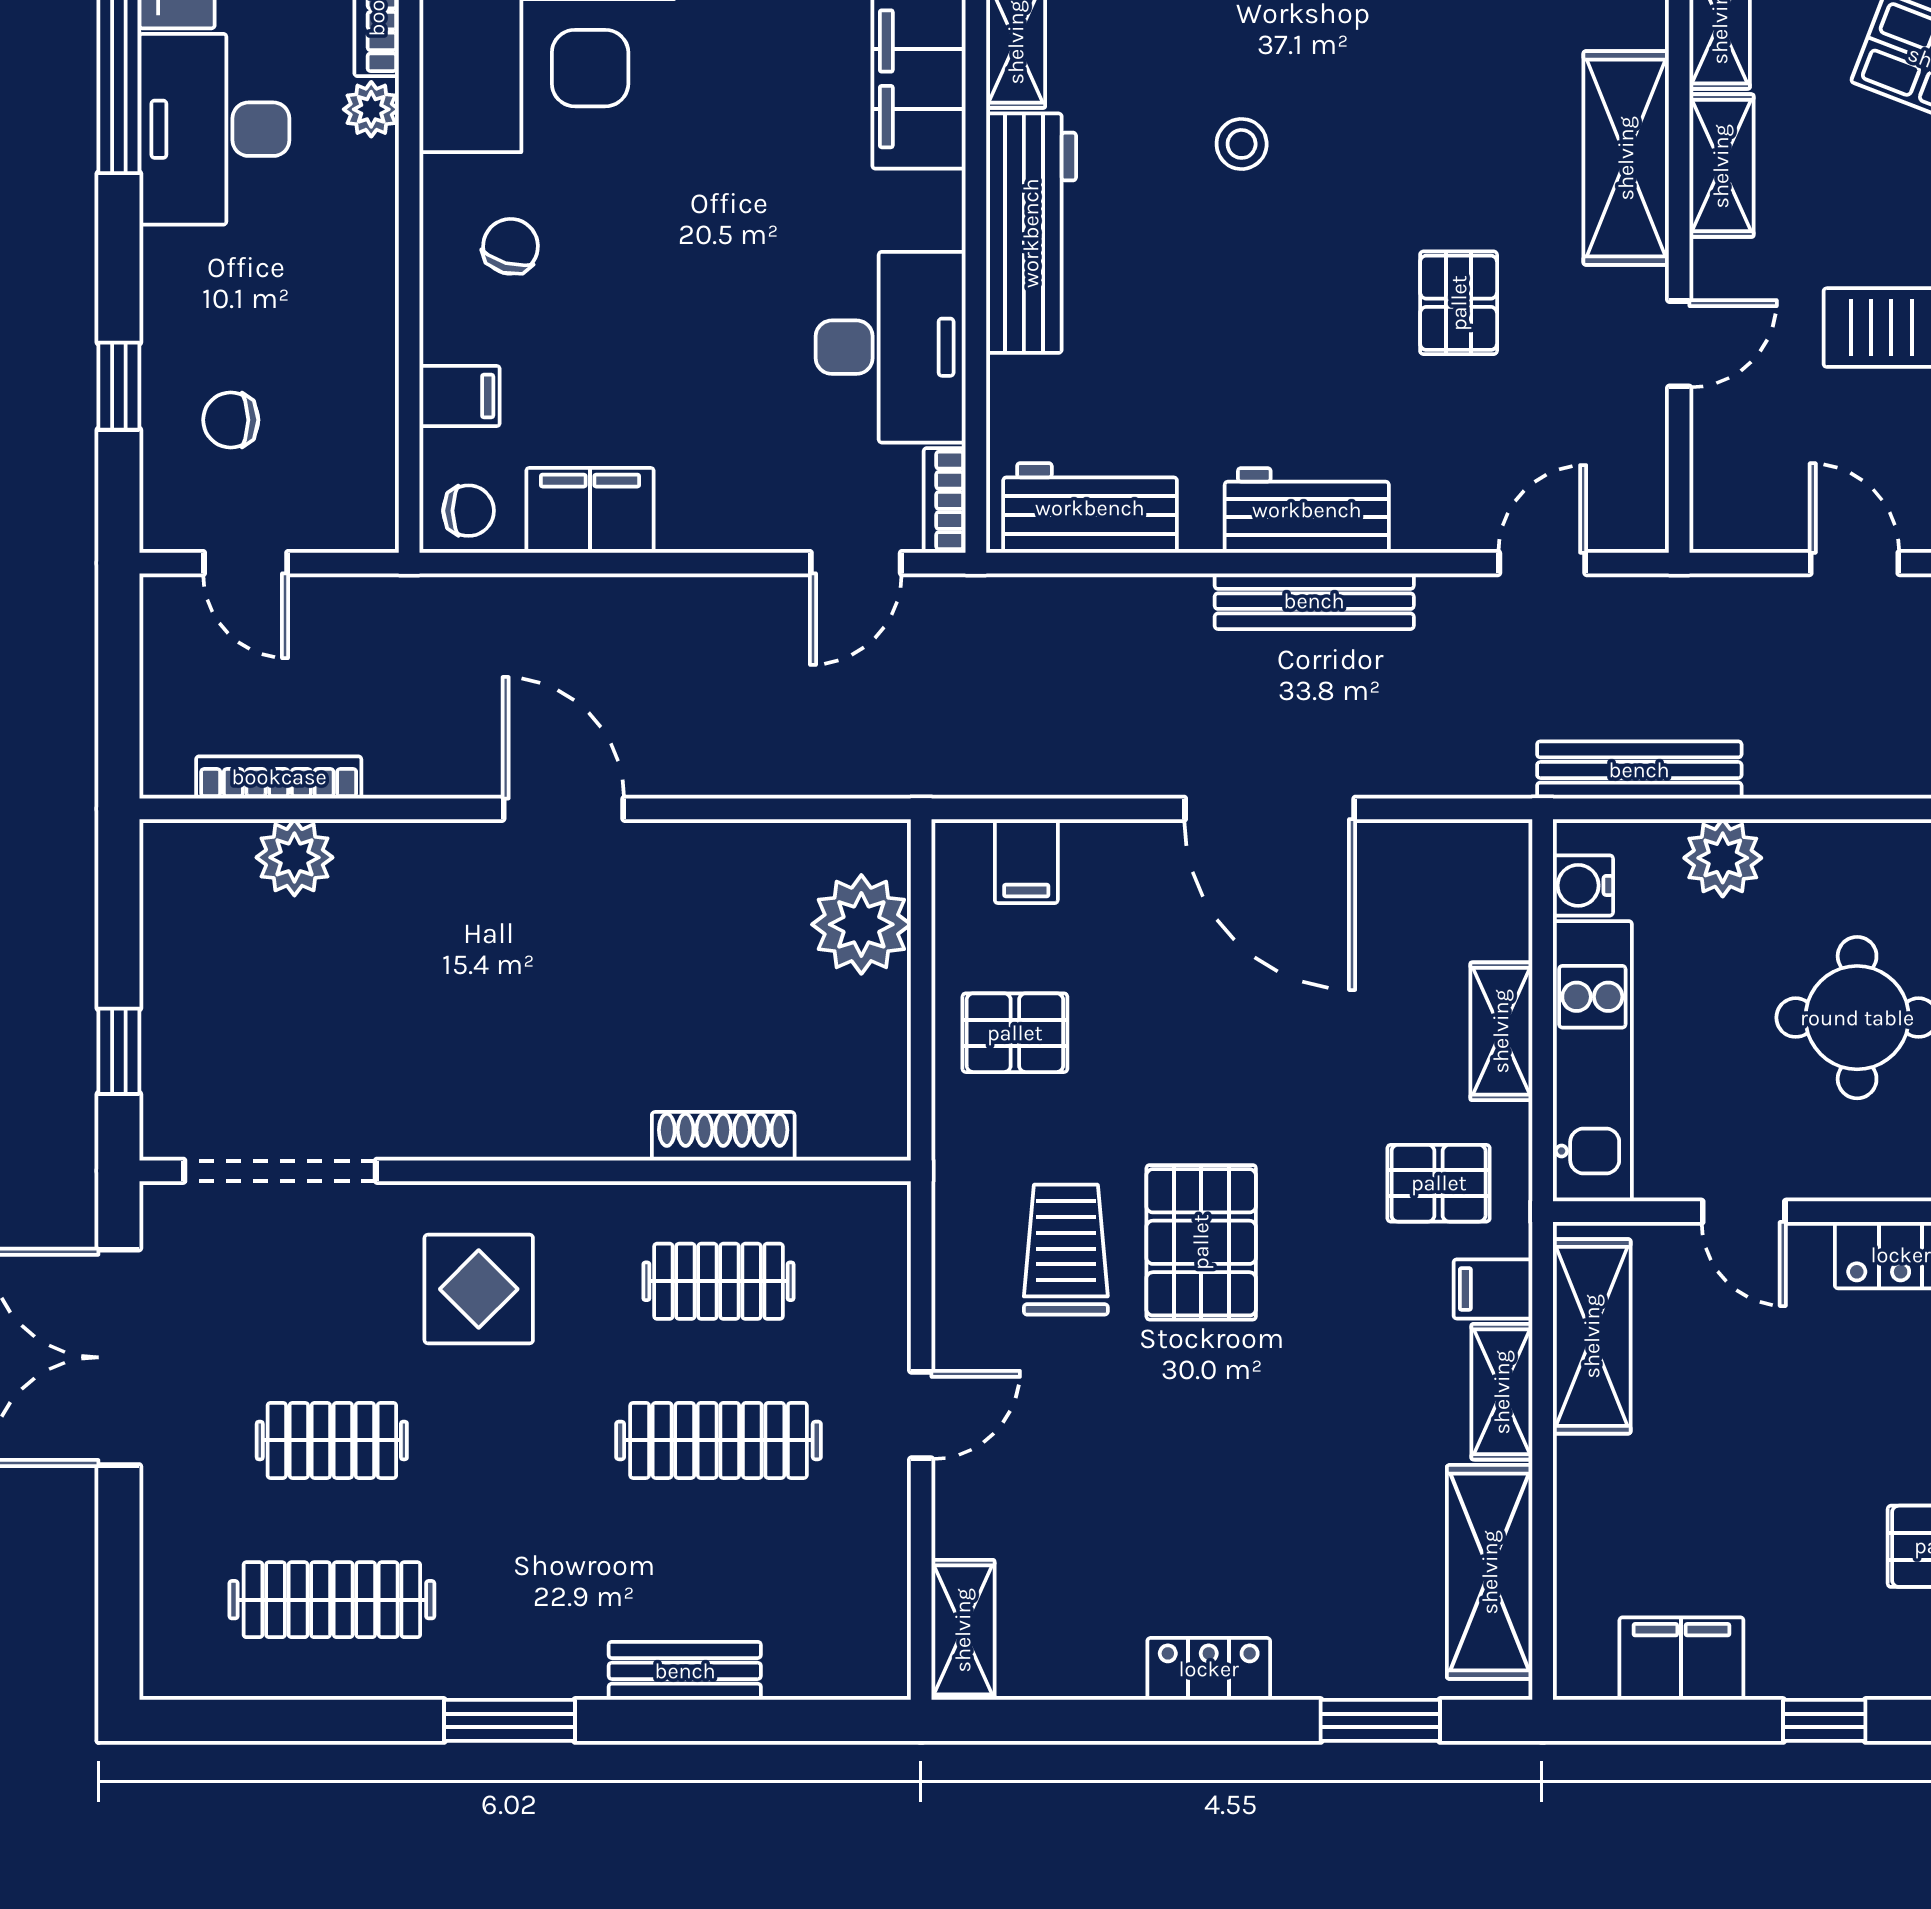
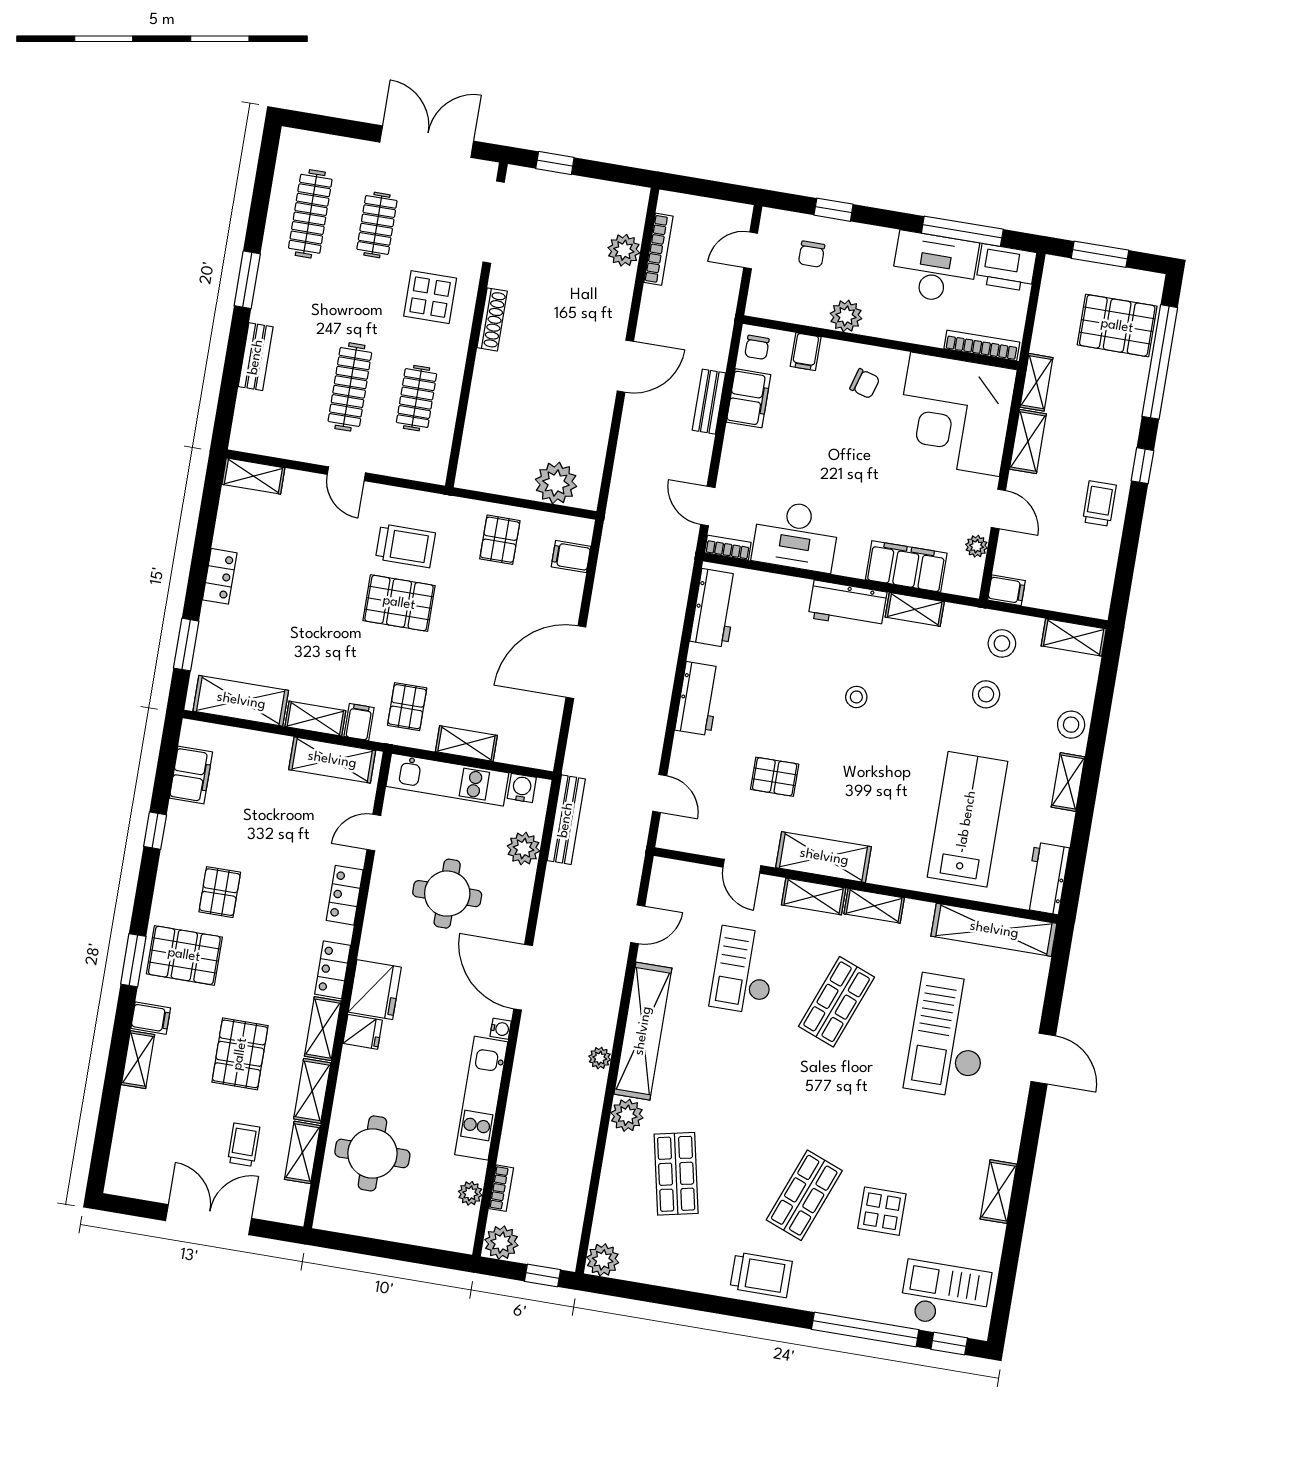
plant: (371, 109) -> (846, 316), moved, width x1.38, depth x1.38
workbench: (1031, 233) -> (847, 605), width x0.73
chair: (231, 420) -> (812, 254), turned 180
bench: (1314, 601) -> (709, 402), moved, width x0.73
shoe rack: (723, 1136) -> (492, 319), moved

